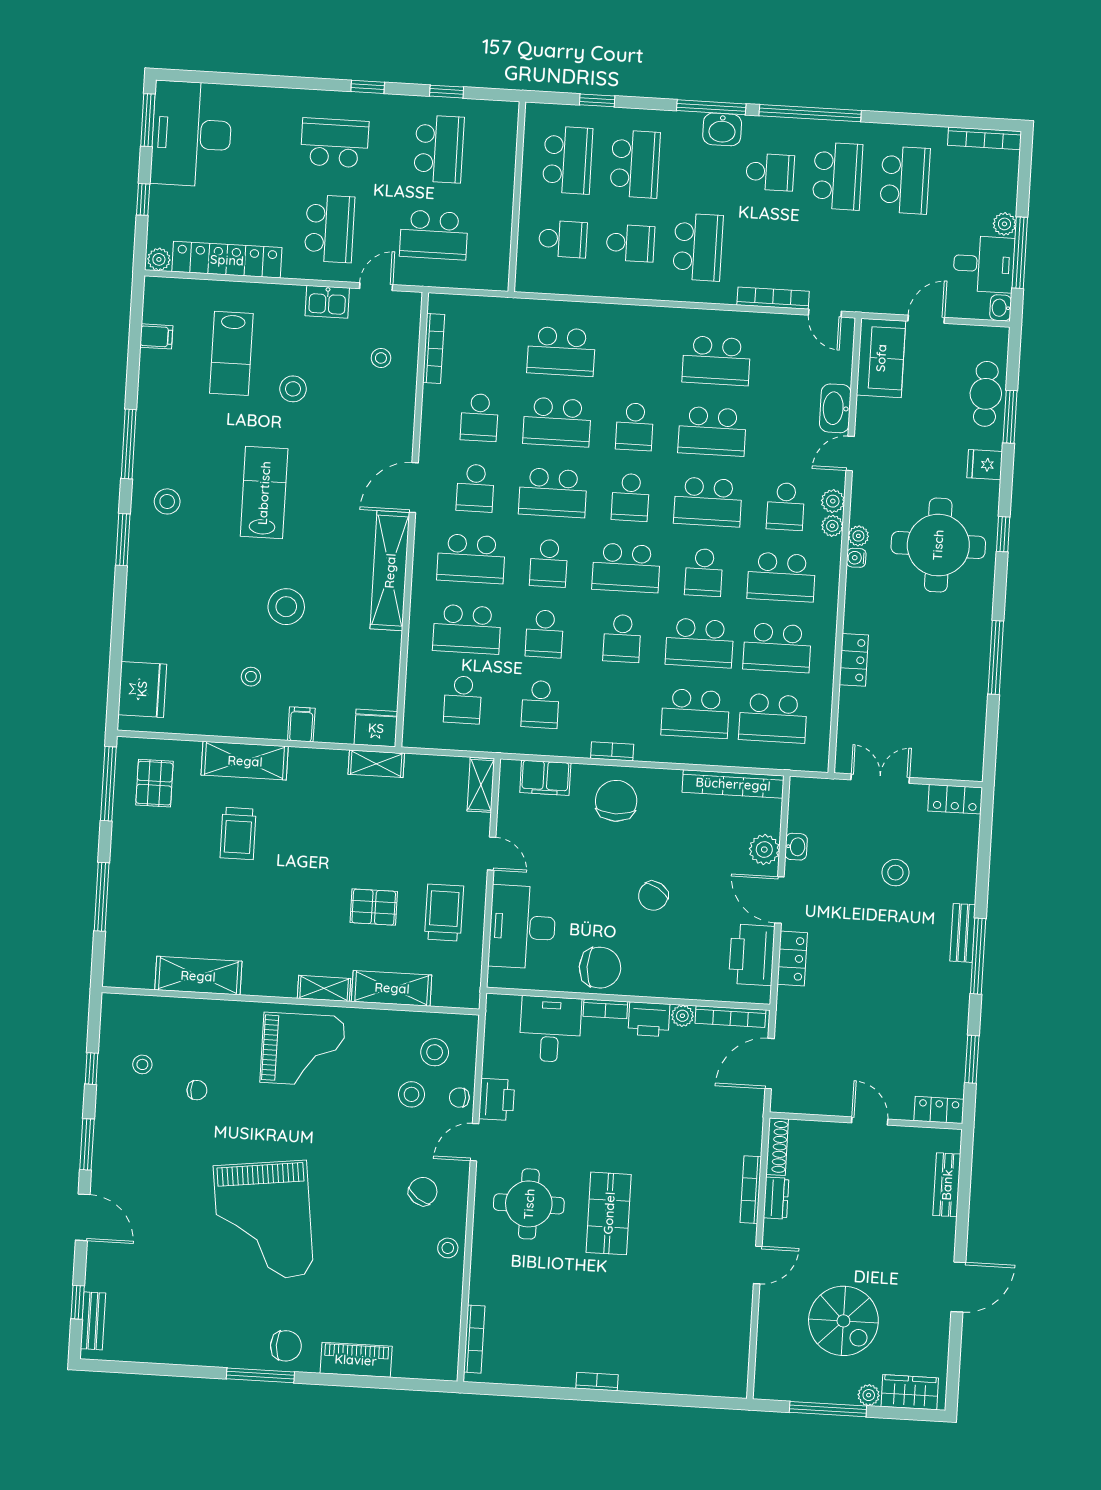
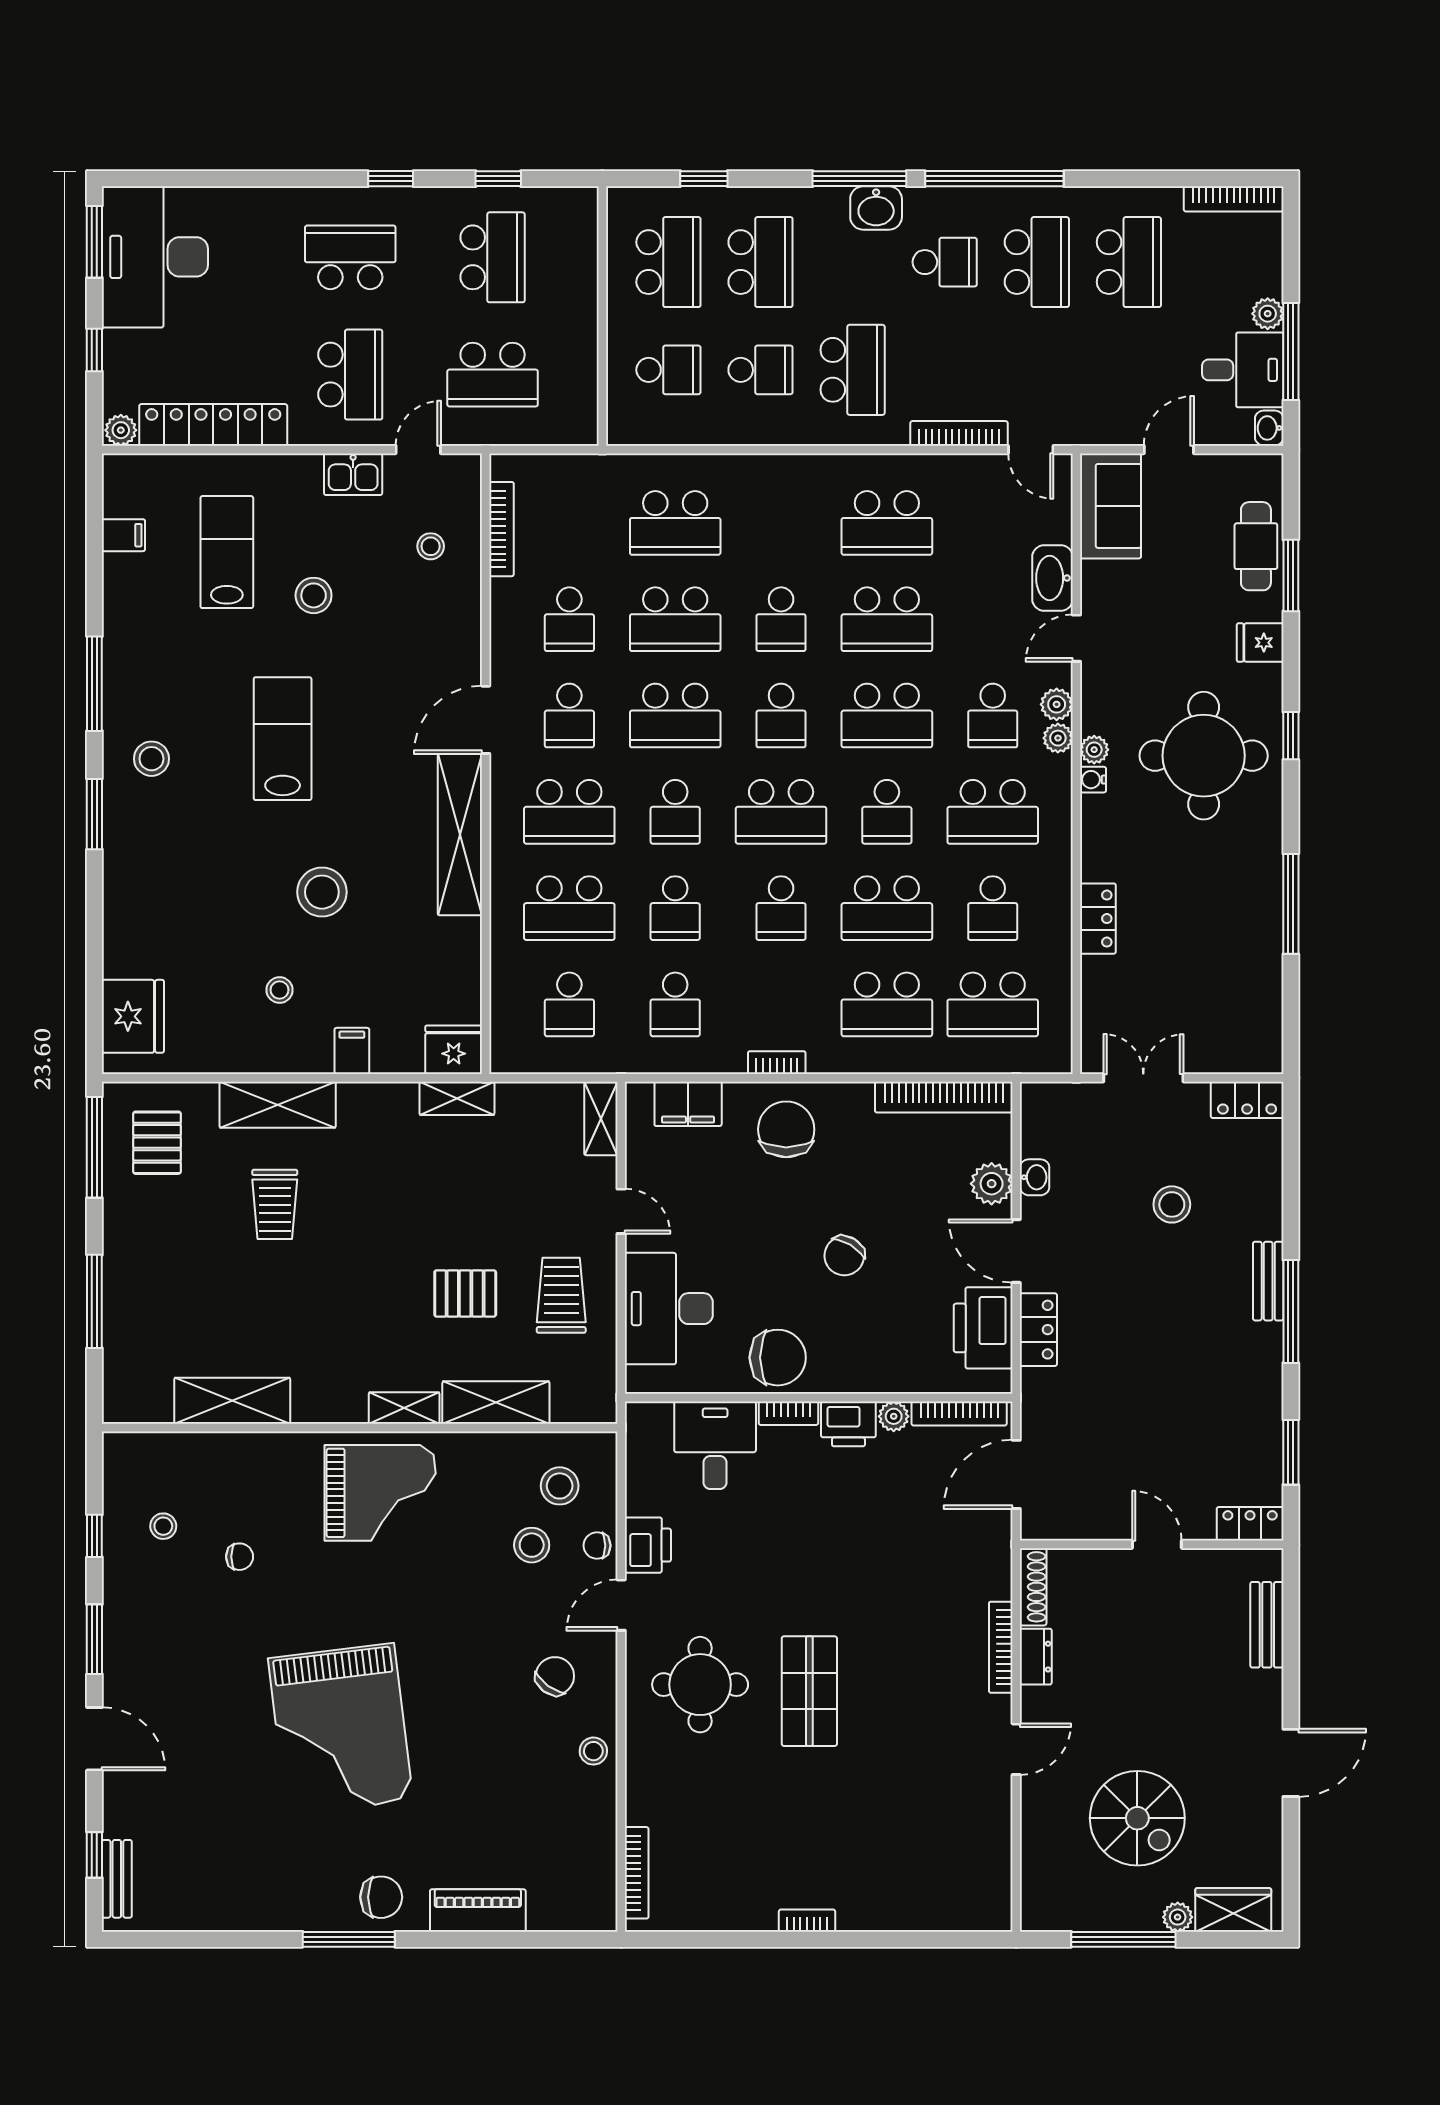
lab bench: (231, 353) -> (227, 552), turned 180
school desk: (777, 648) -> (993, 908), width x0.54

